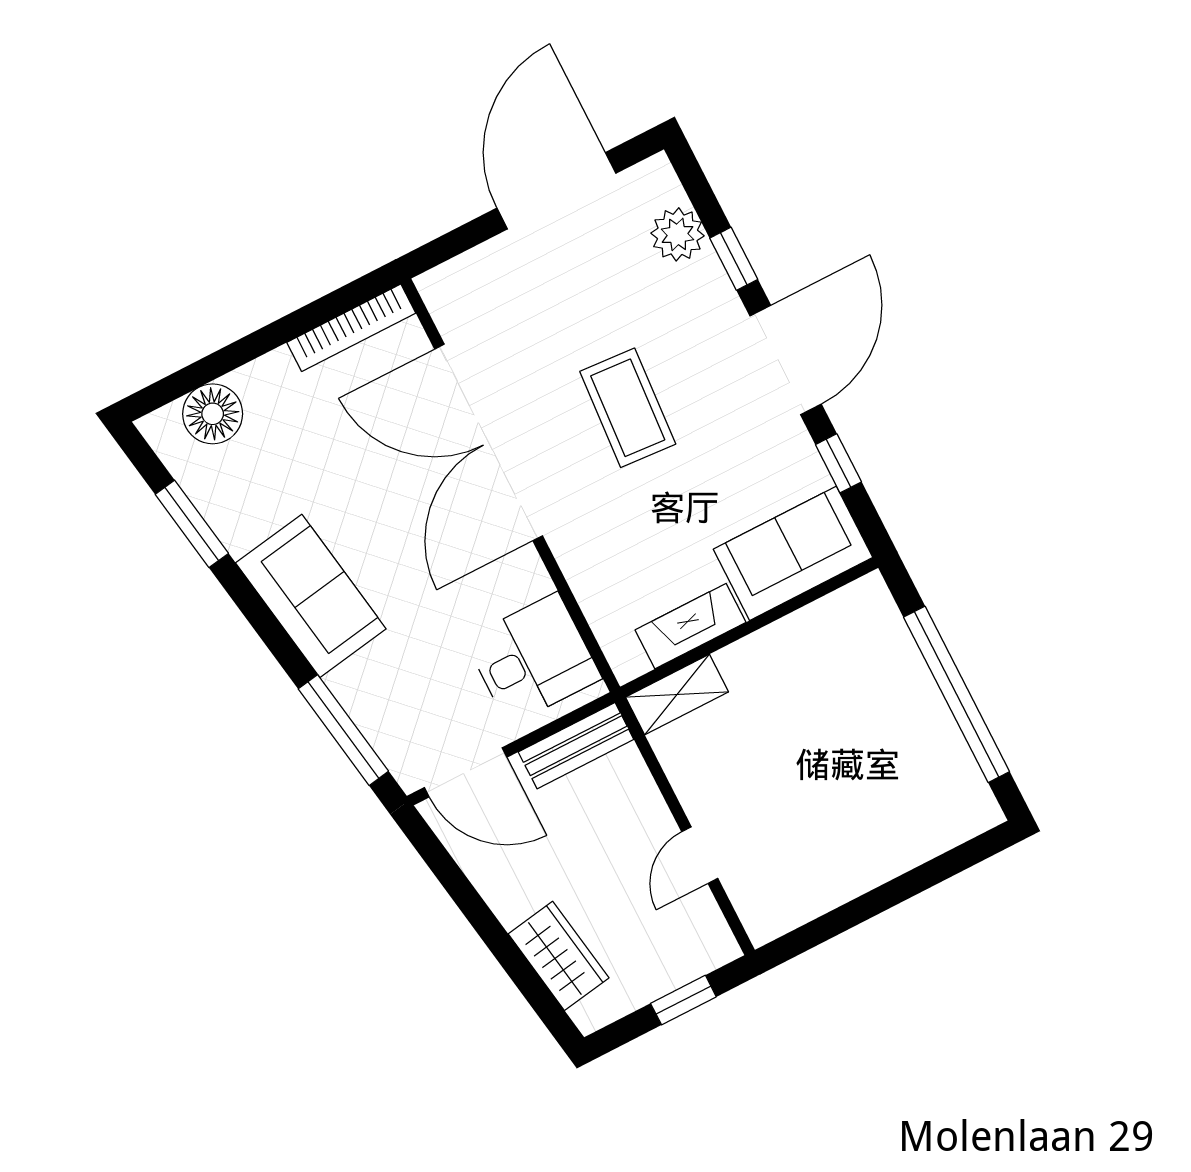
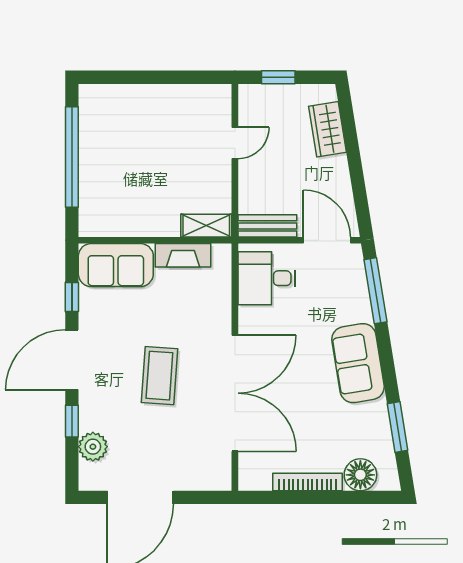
bookcase: (351, 328) -> (308, 482), moved

